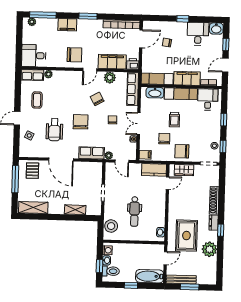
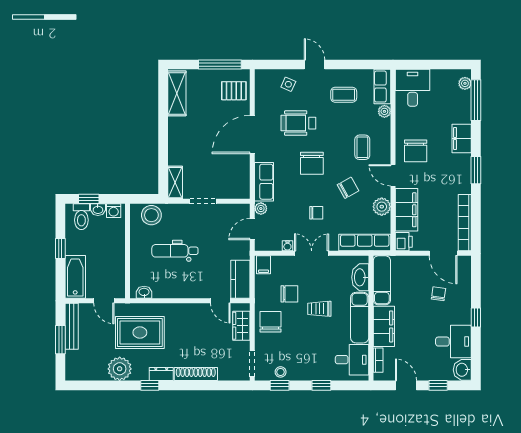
coffee table: (71, 89) -> (362, 147), added
chair: (81, 122) -> (312, 163), turned 90
shelving: (75, 210) -> (175, 183), moved

